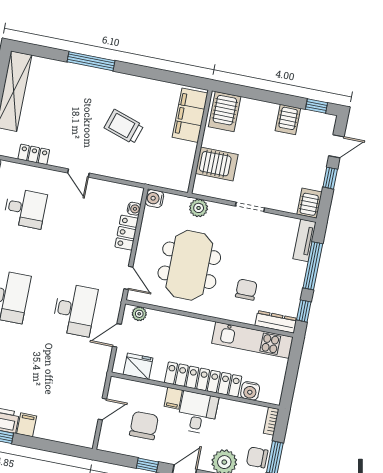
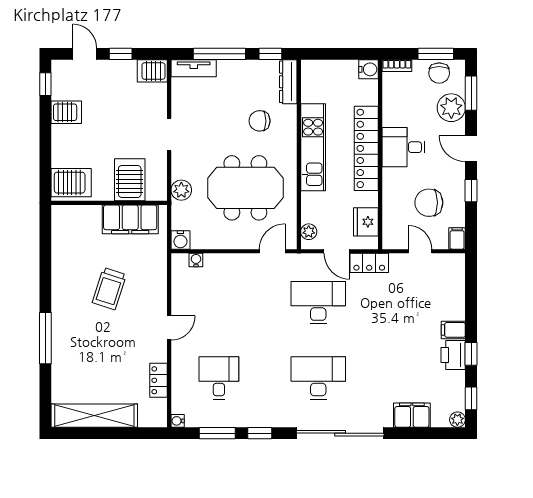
filing cabinet: (190, 115) -> (130, 219), moved
locker: (127, 233) -> (369, 263), moved
kitchen unit: (252, 340) -> (313, 147), moved
water cooler: (250, 391) -> (369, 69), moved
filing cabinet: (173, 398) -> (457, 238), moved, turned -90

